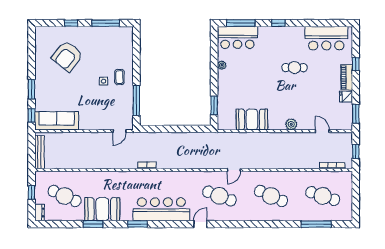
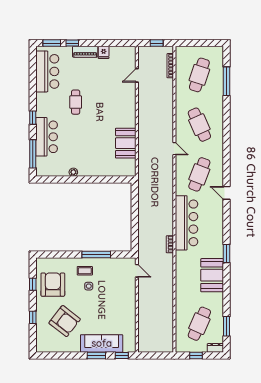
window: (106, 23) -> (33, 284), width x0.46
bar counter: (237, 37) -> (47, 137), moved
armchair: (105, 44) -> (53, 285), added
window: (136, 100) -> (96, 254), moved
window: (214, 105) -> (112, 179), removed
window: (356, 114) -> (52, 43), moved
sofa: (57, 121) -> (102, 343), moved, turned 90
plant: (291, 124) -> (130, 105), removed
bench: (39, 152) -> (157, 348), removed
door: (234, 170) -> (174, 149), moved
cafe table: (271, 196) -> (199, 125), turned -48
booth: (102, 209) -> (212, 275), moved
bar counter: (161, 209) -> (187, 223), moved, turned 180
window: (93, 224) -> (226, 326), moved

